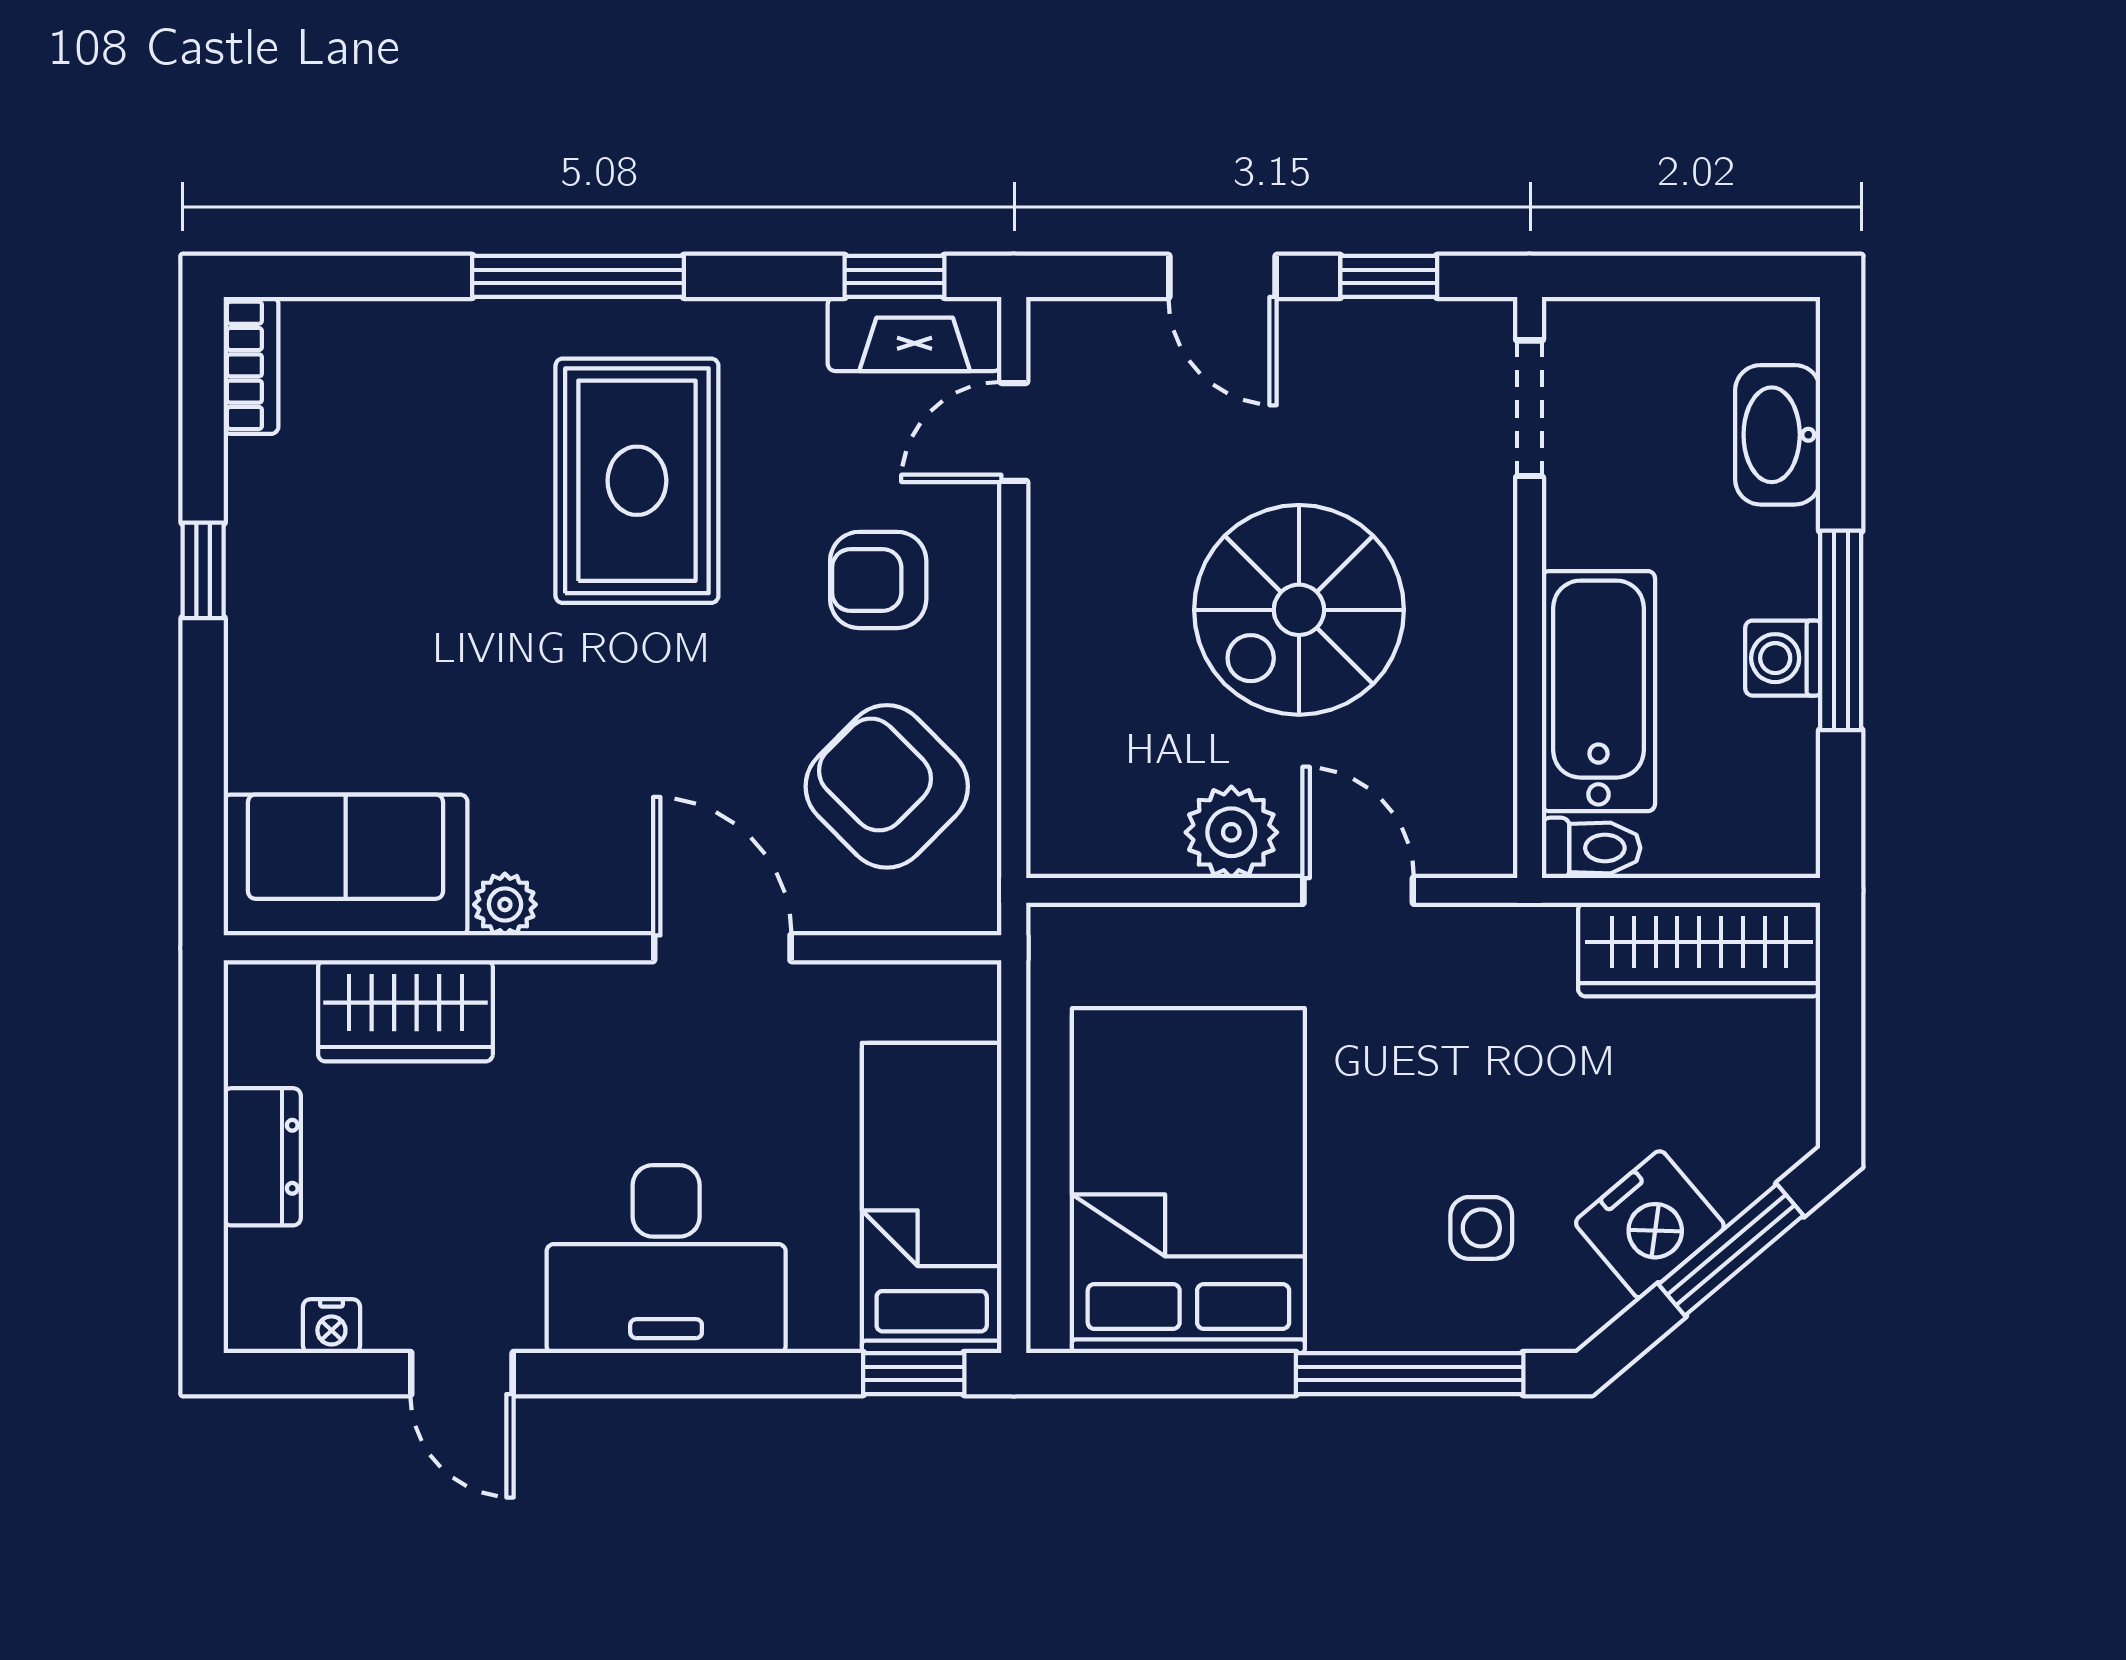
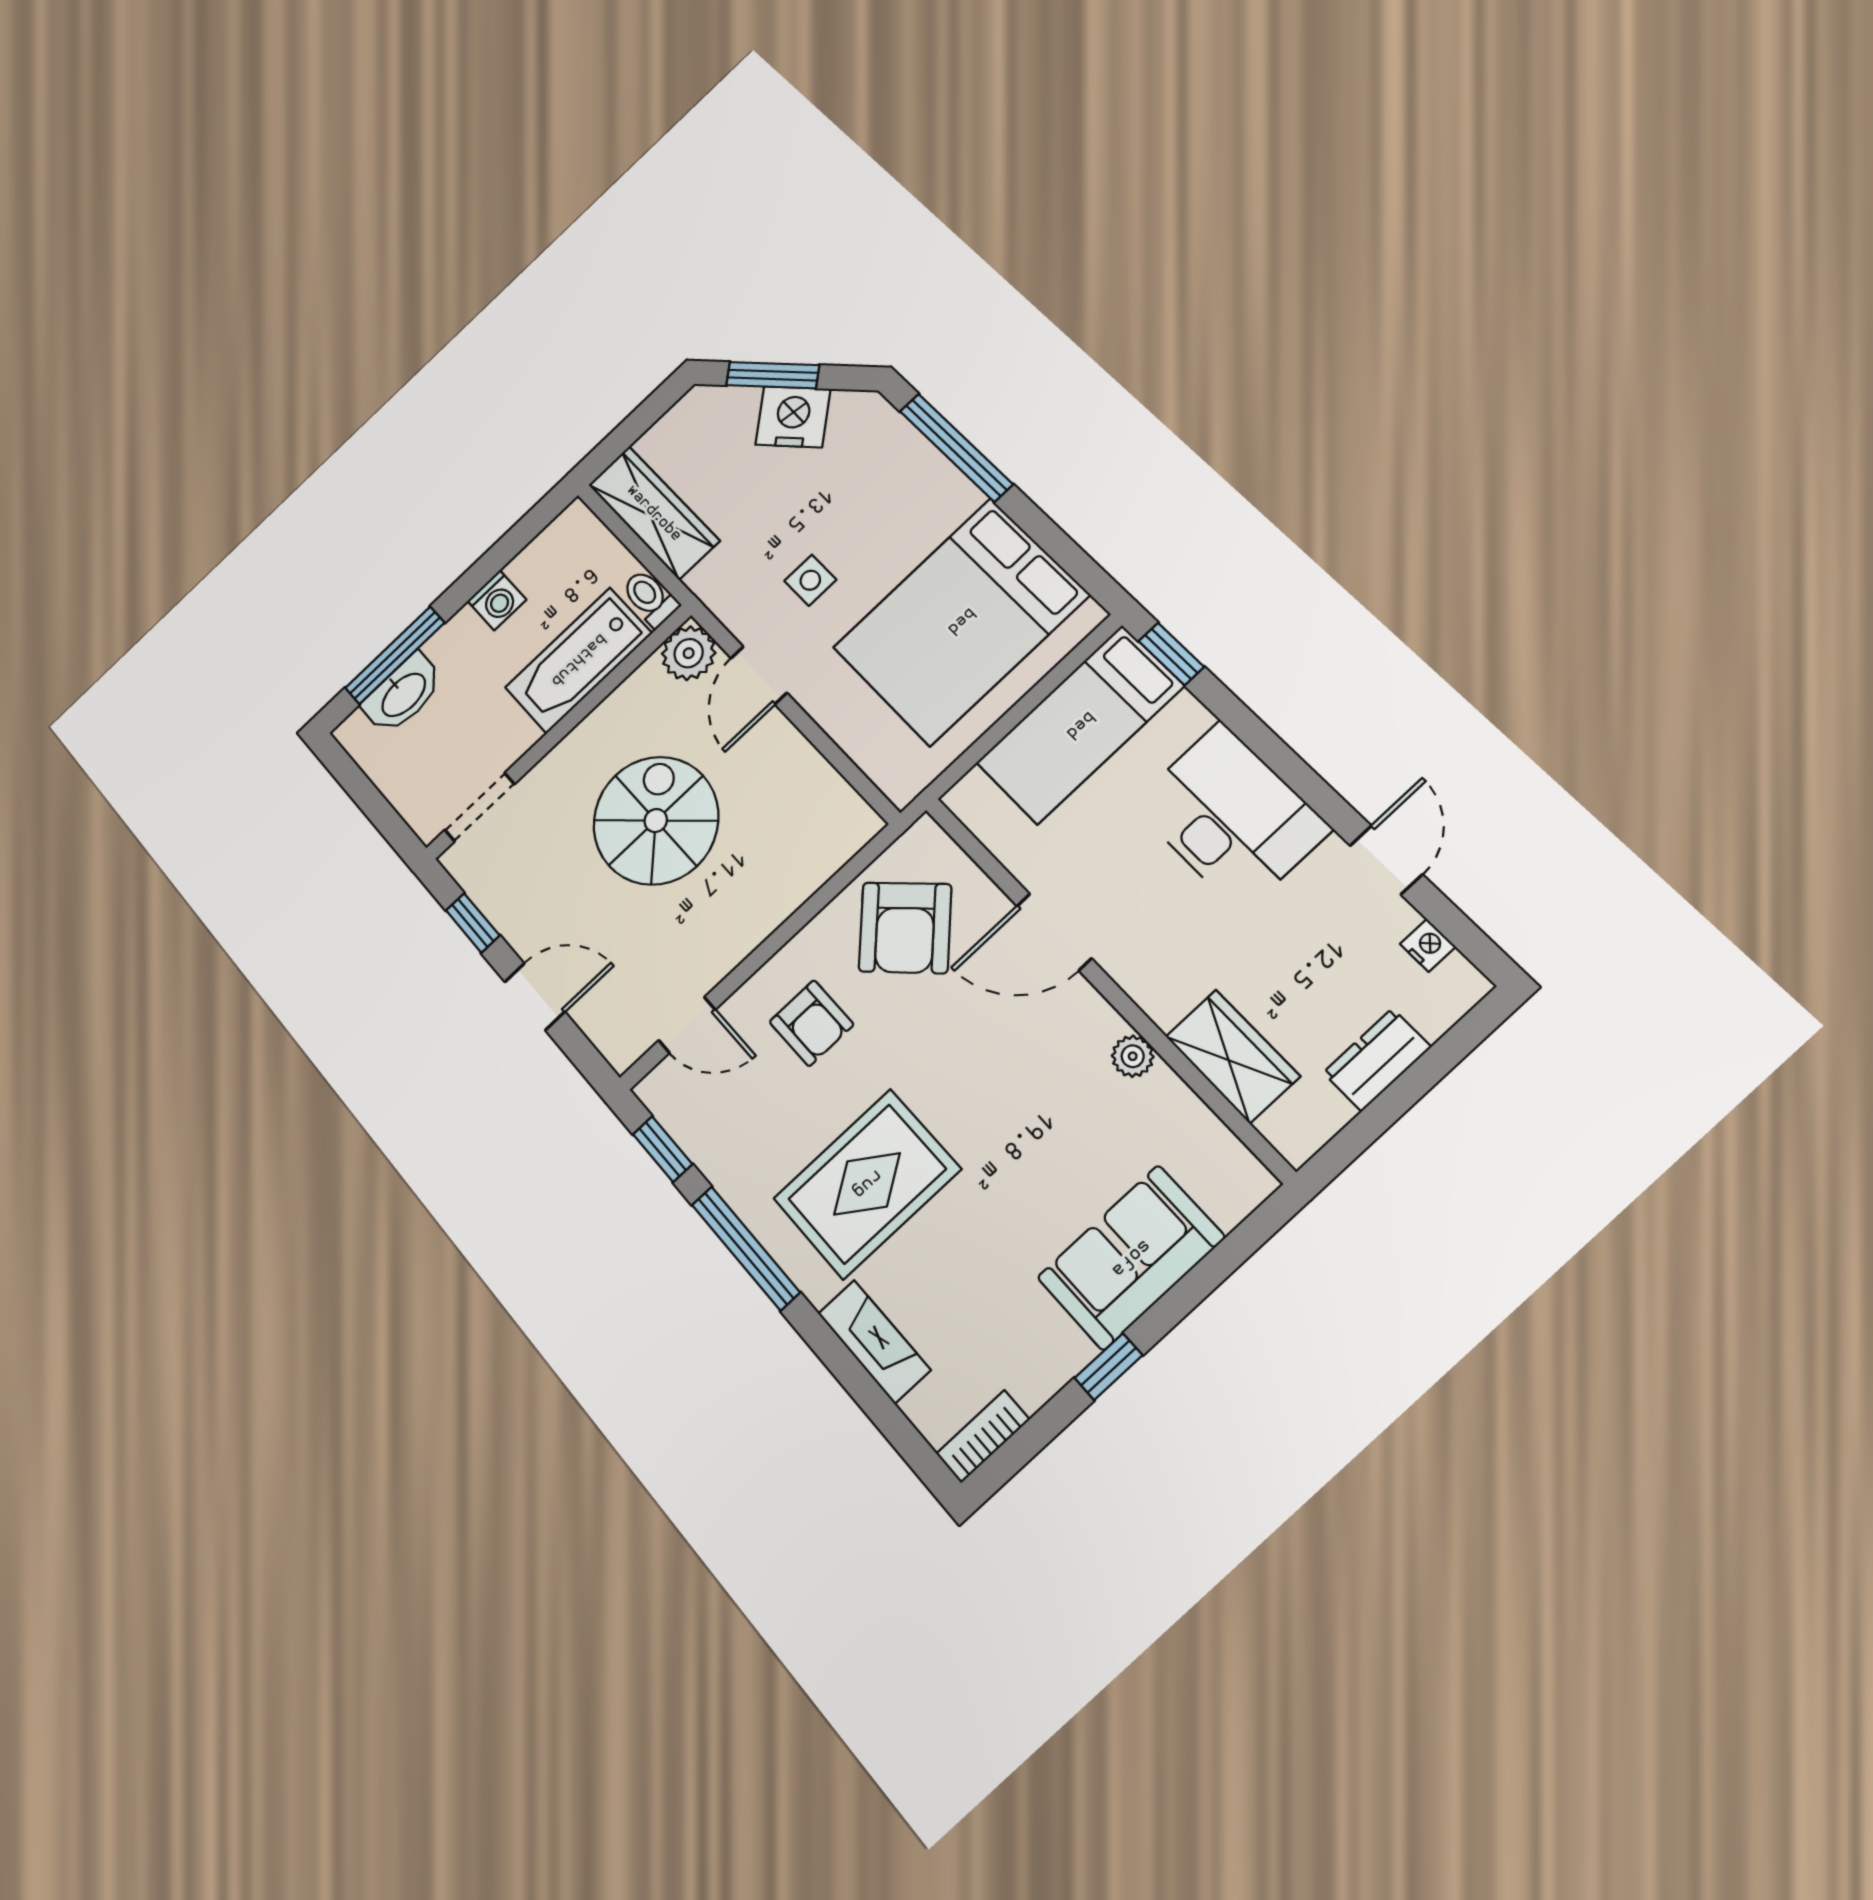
window: (578, 276) -> (746, 1248), moved
door: (1223, 276) -> (535, 997), hinge flipped
fireplace: (915, 334) -> (874, 1342), moved
spiral stairs: (1299, 610) -> (656, 821), turned -90
window: (1841, 630) -> (395, 655), moved
plant: (1231, 832) -> (689, 653), moved
sofa: (346, 865) -> (1131, 1258), moved, turned 90
door: (722, 948) -> (1054, 932), hinge flipped
side table: (1481, 1228) -> (810, 580), moved

